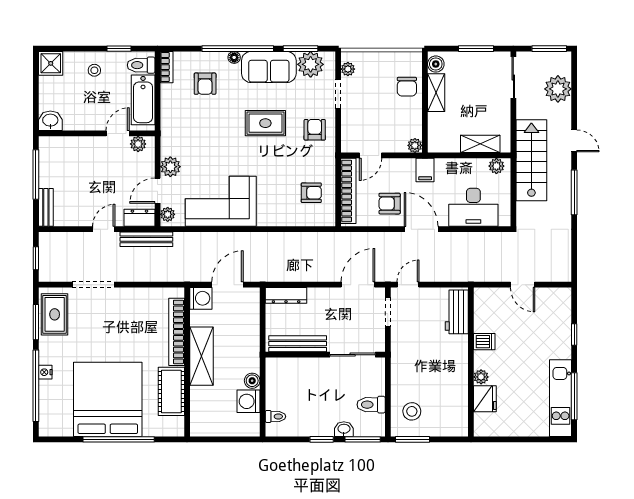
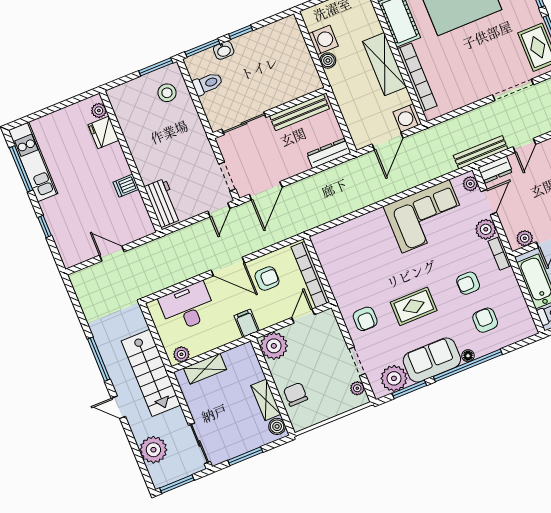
bookcase: (167, 67) -> (500, 253), moved
plant: (415, 145) -> (274, 346), width x1.88, depth x1.88
armchair: (311, 193) -> (468, 283), moved
plant: (481, 377) -> (99, 111), moved
toilet: (275, 416) -> (292, 36), removed

